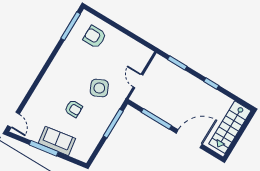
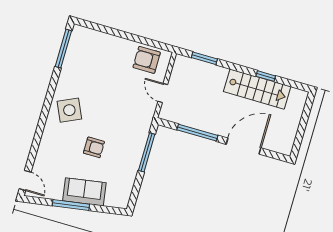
armchair: (95, 37) -> (147, 60), moved
window: (211, 84) -> (266, 76), moved
side table: (99, 88) -> (69, 110), moved
stairs: (230, 127) -> (257, 89), moved, turned -90

